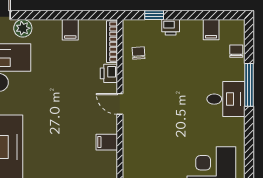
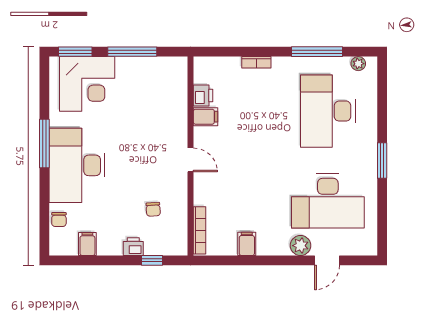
chair: (139, 53) -> (153, 209), moved
printer: (109, 73) -> (203, 96), moved
window: (249, 85) -> (44, 144), moved
desk: (226, 99) -> (77, 165), width x1.87, depth x1.30

